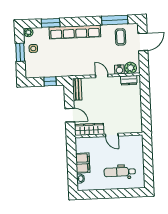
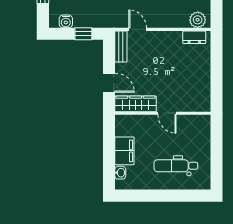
water cooler: (119, 70) -> (66, 21), moved
door: (102, 76) -> (138, 29), moved

